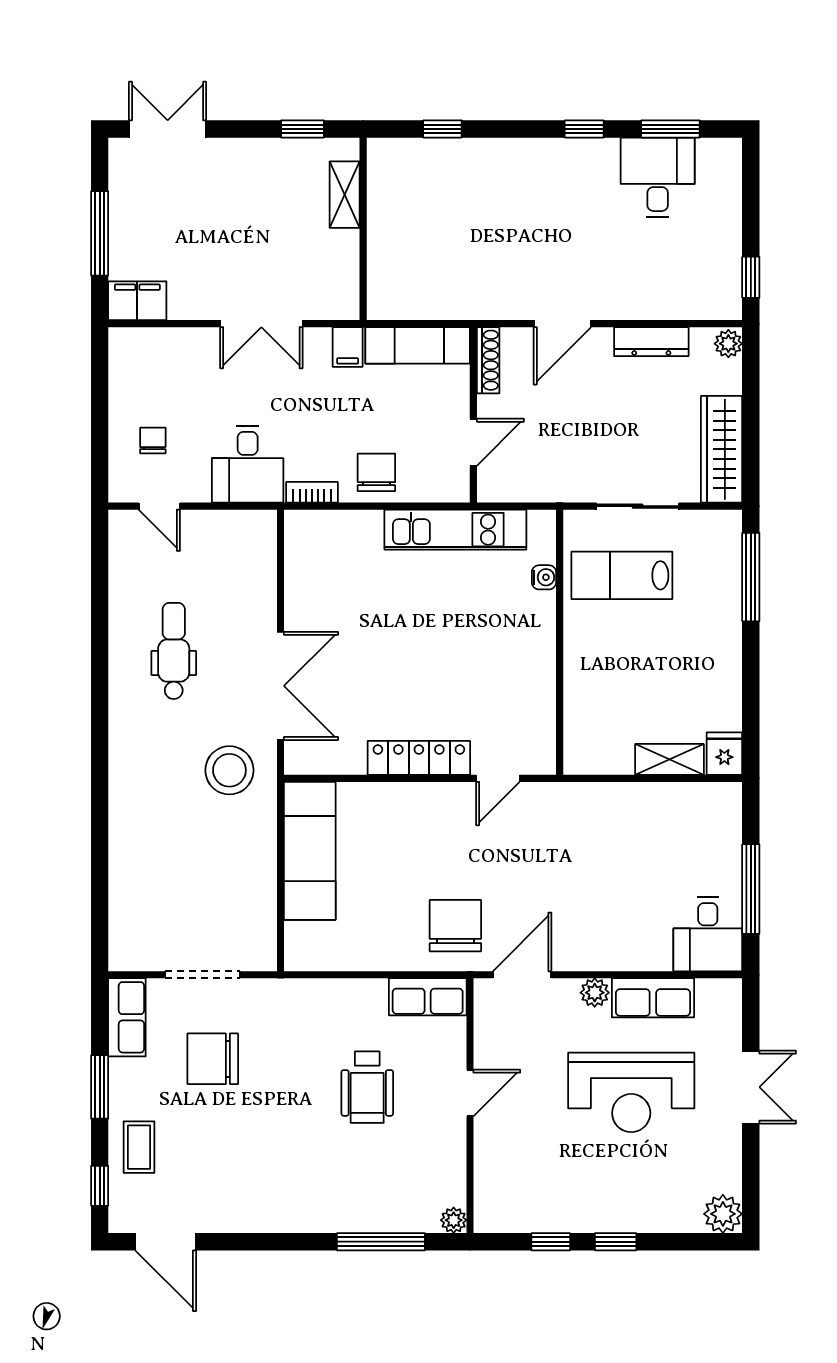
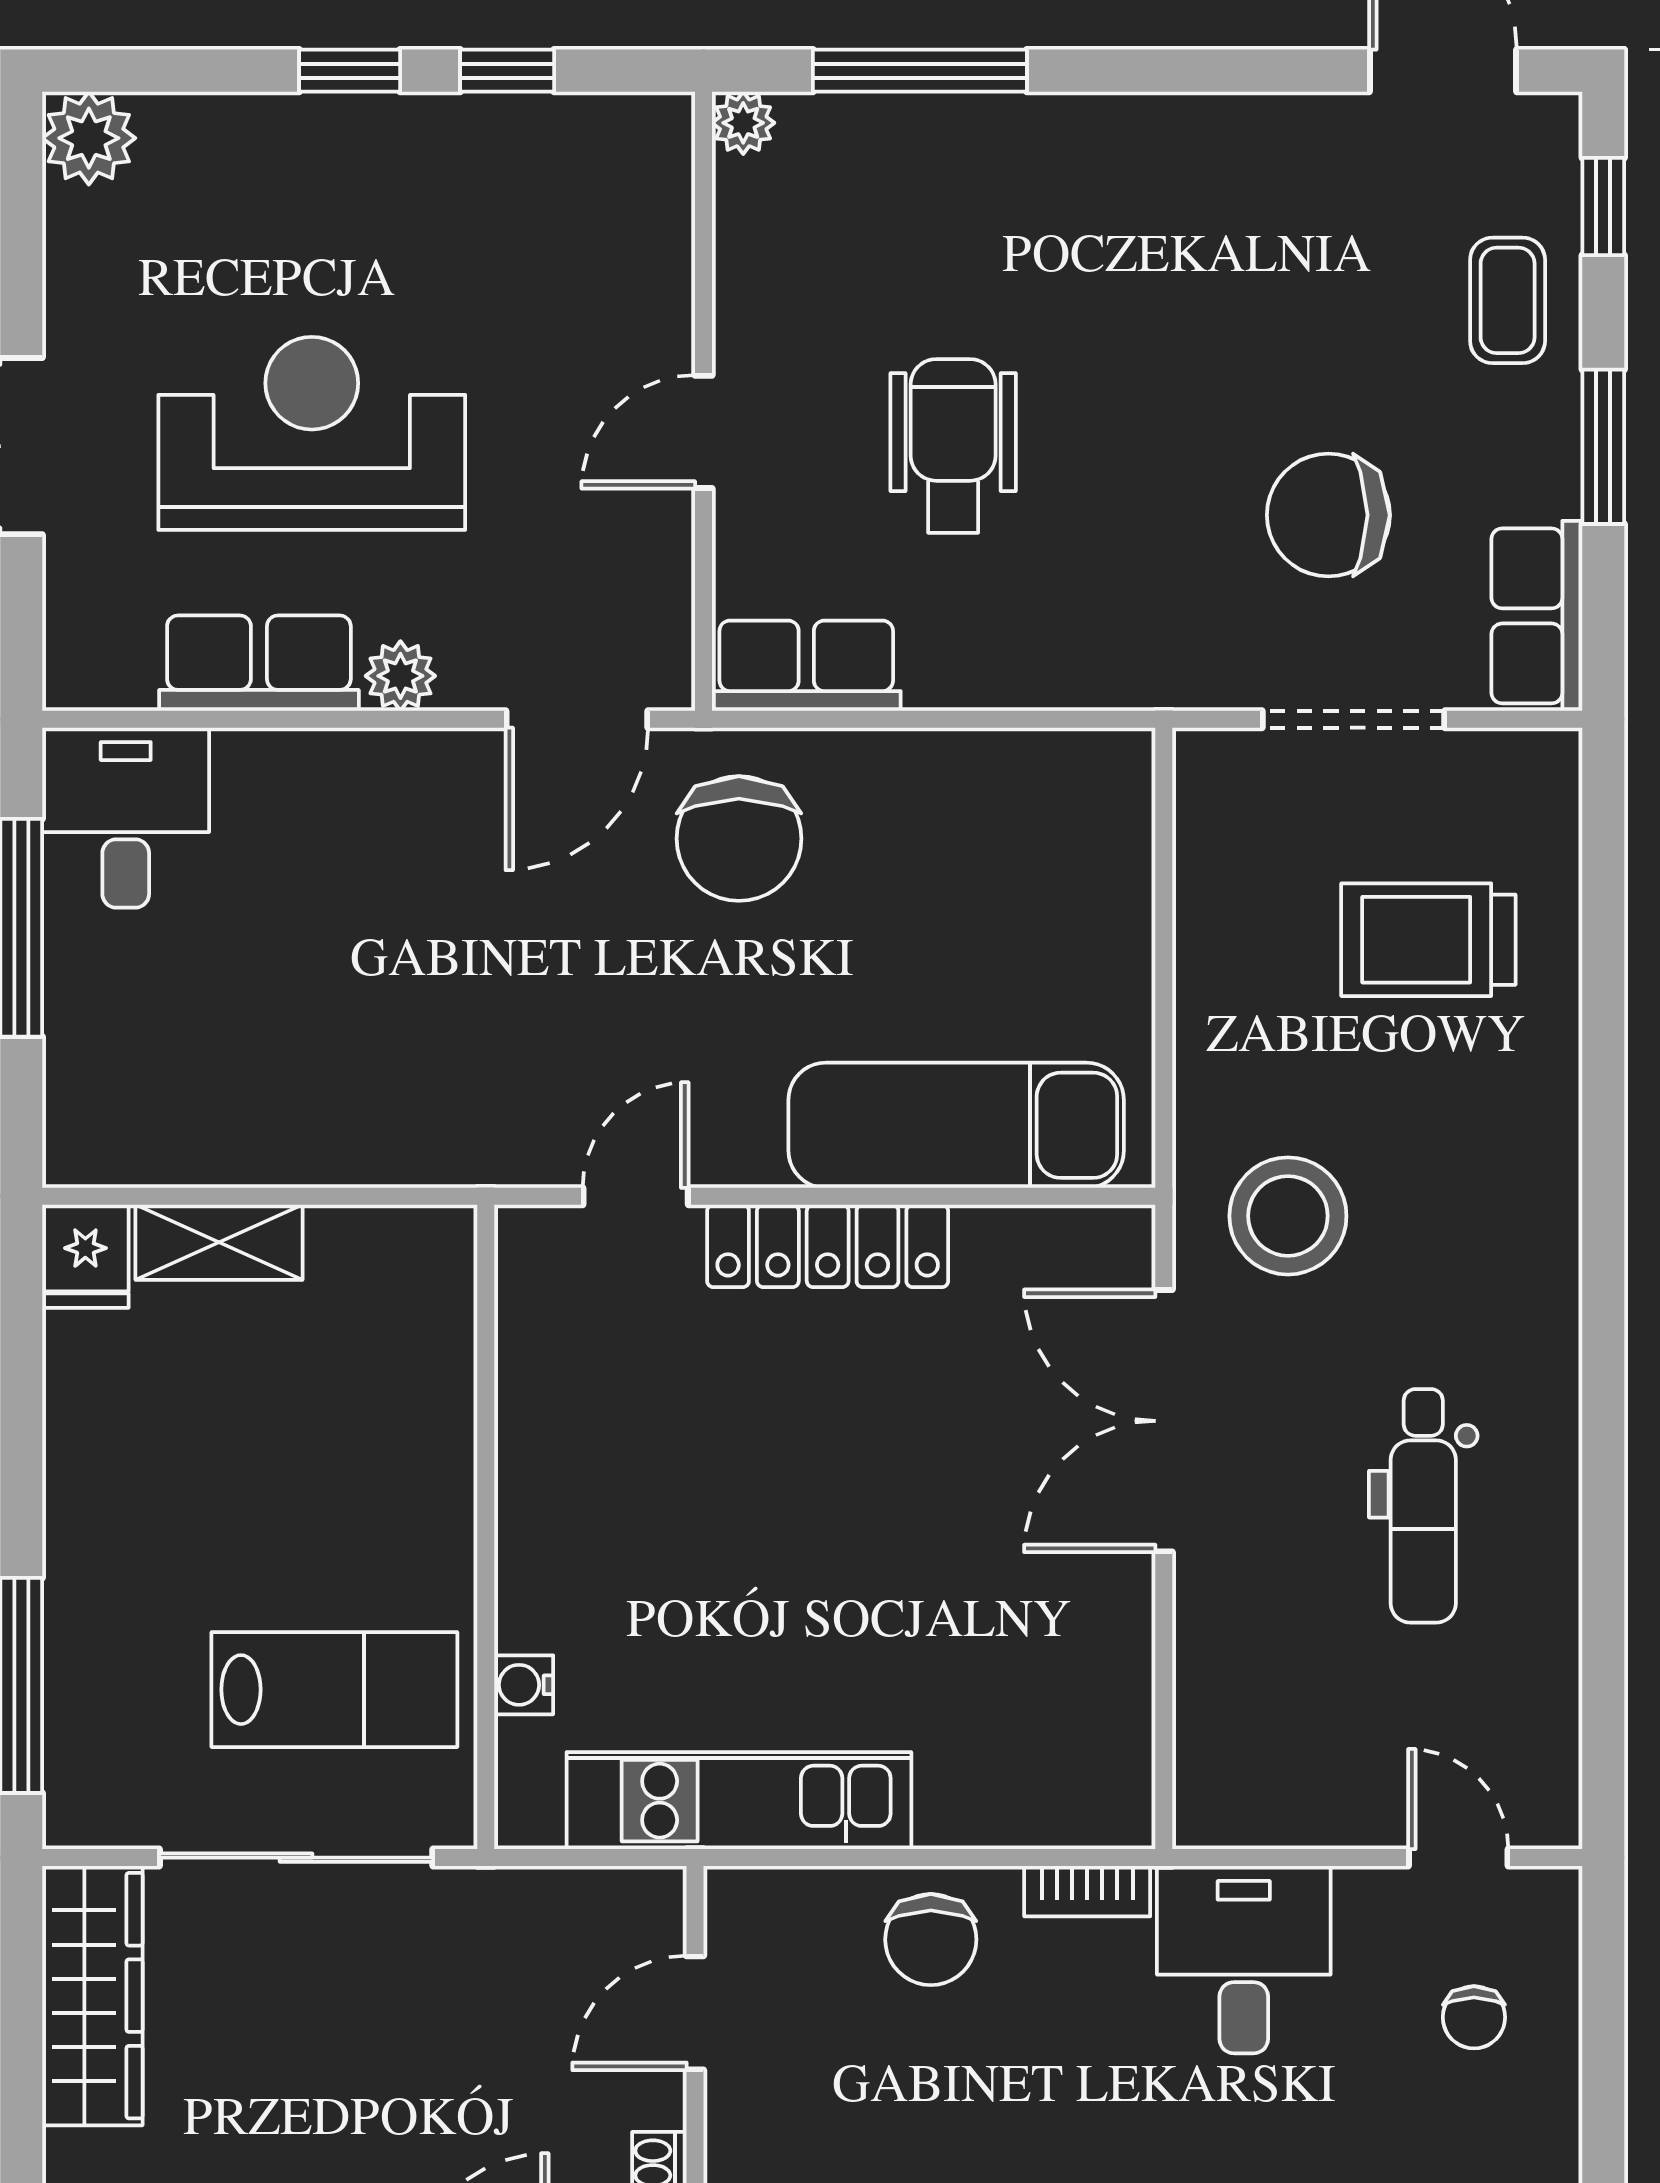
sliding door: (638, 506) -> (296, 1858), width x1.37
exam couch: (310, 851) -> (956, 1125), moved, turned 90
trolley: (172, 884) -> (1428, 940), added
chair: (213, 1059) -> (1328, 515), turned 180

